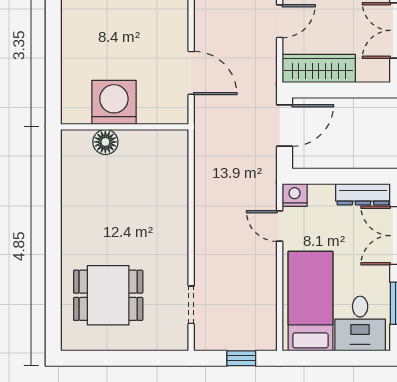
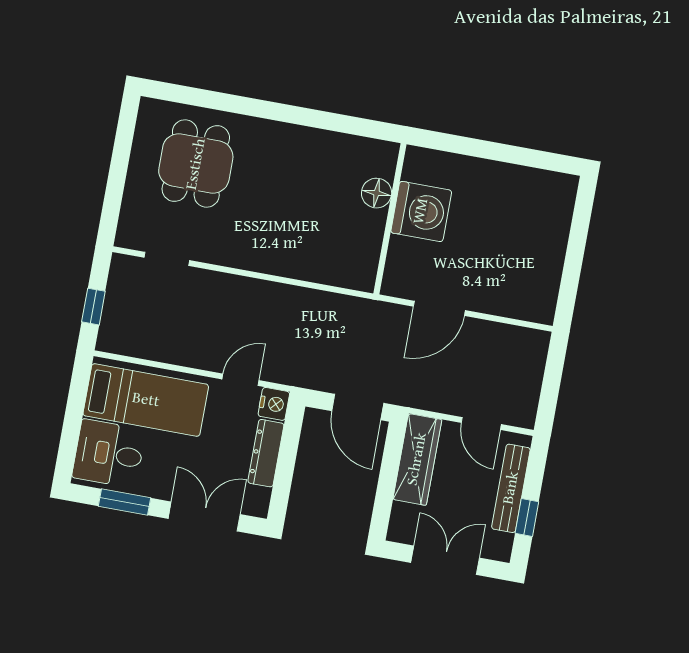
dresser: (363, 194) -> (266, 453), moved

